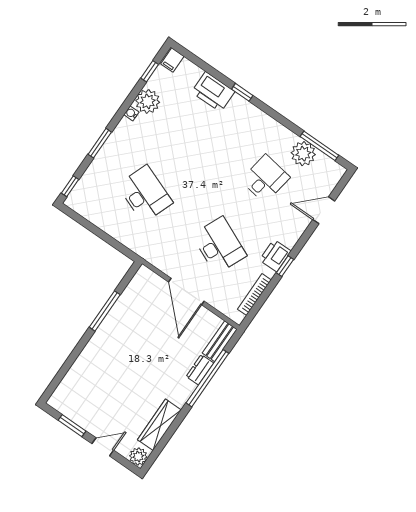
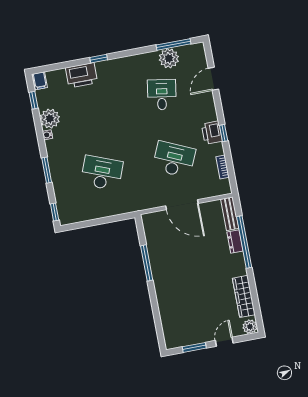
bookcase: (254, 295) -> (223, 167), width x0.64

